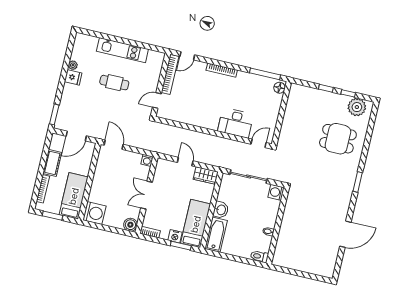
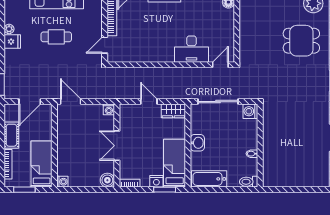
washing machine: (94, 213) -> (62, 182), width x0.53, depth x0.53
bathtub: (216, 235) -> (209, 179), moved, turned -90

